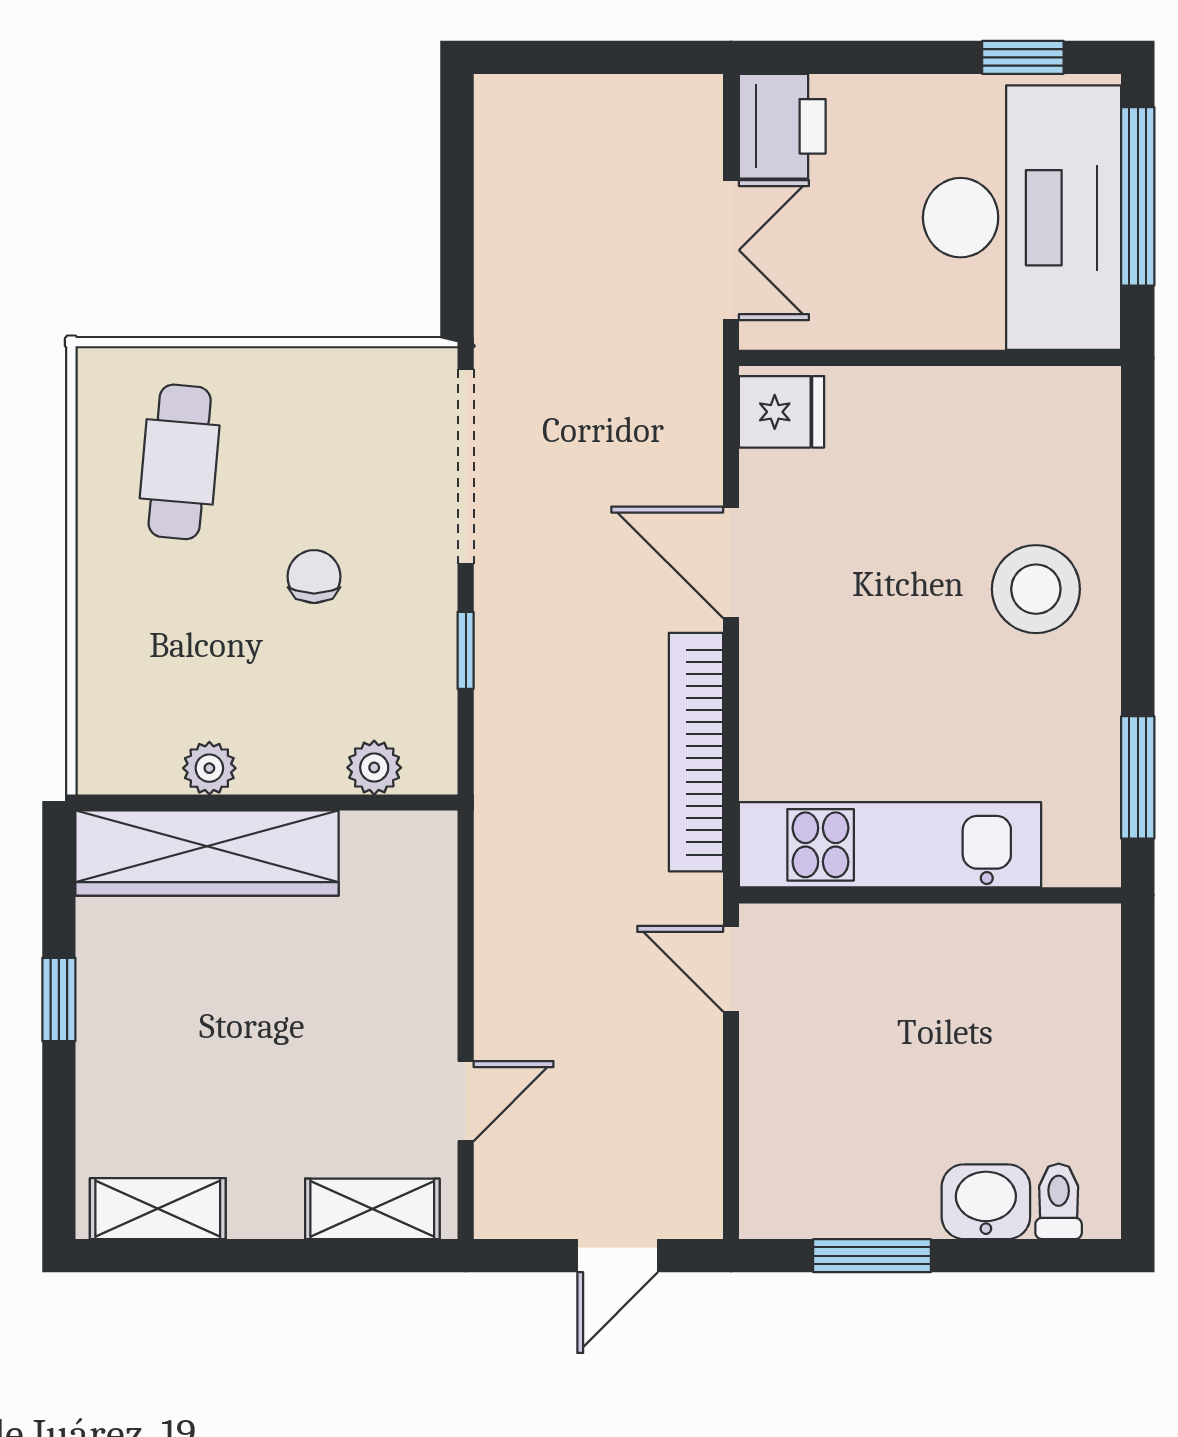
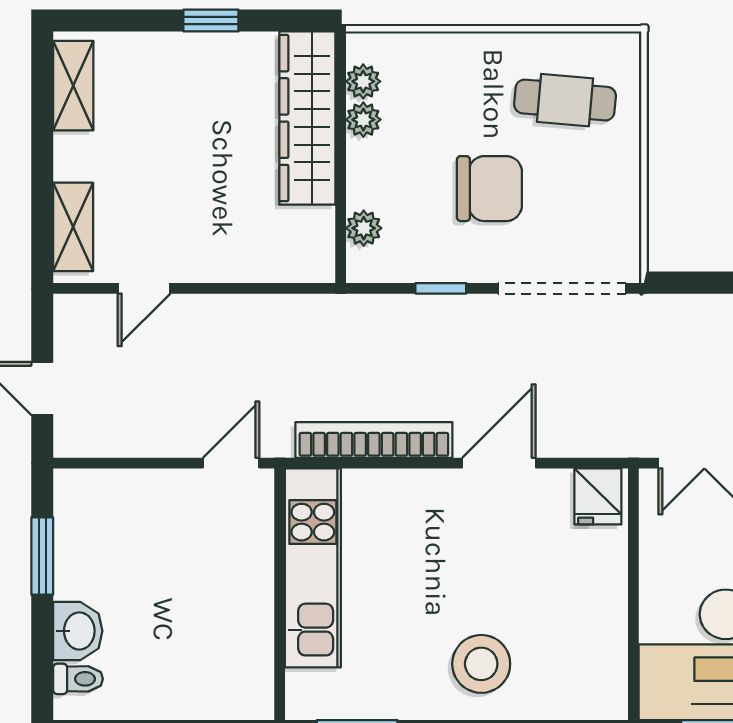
chair: (314, 577) -> (489, 189), width x1.87, depth x1.87
plant: (151, 768) -> (363, 81), added
door: (466, 1101) -> (144, 288), hinge flipped

